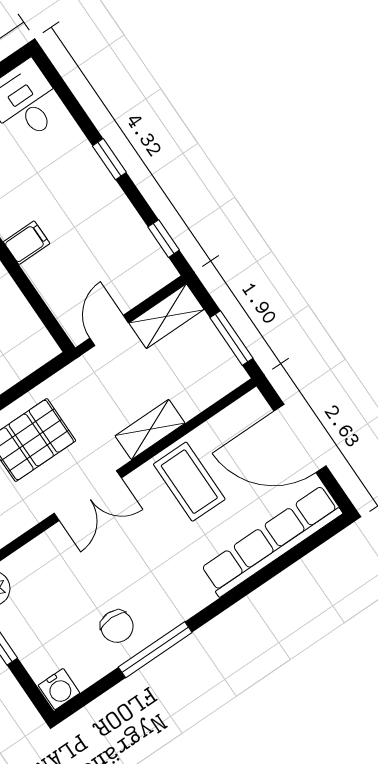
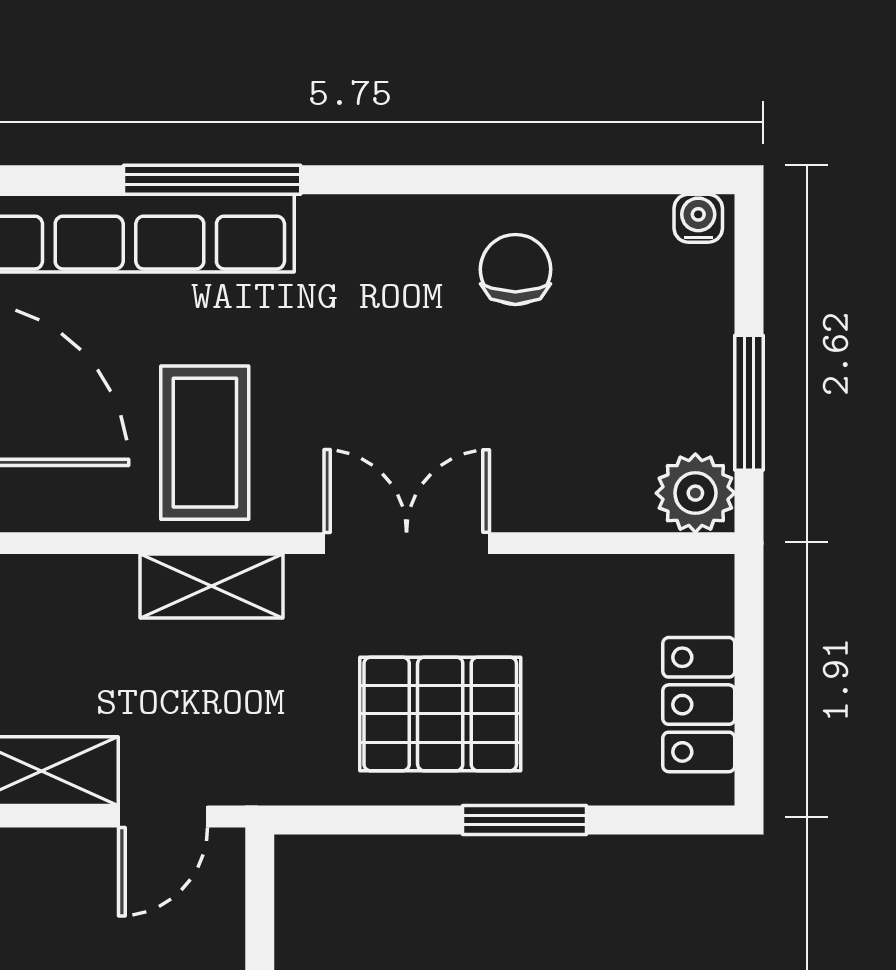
window: (155, 650) -> (212, 180), moved
water cooler: (59, 689) -> (698, 218), width x0.72, depth x0.72

